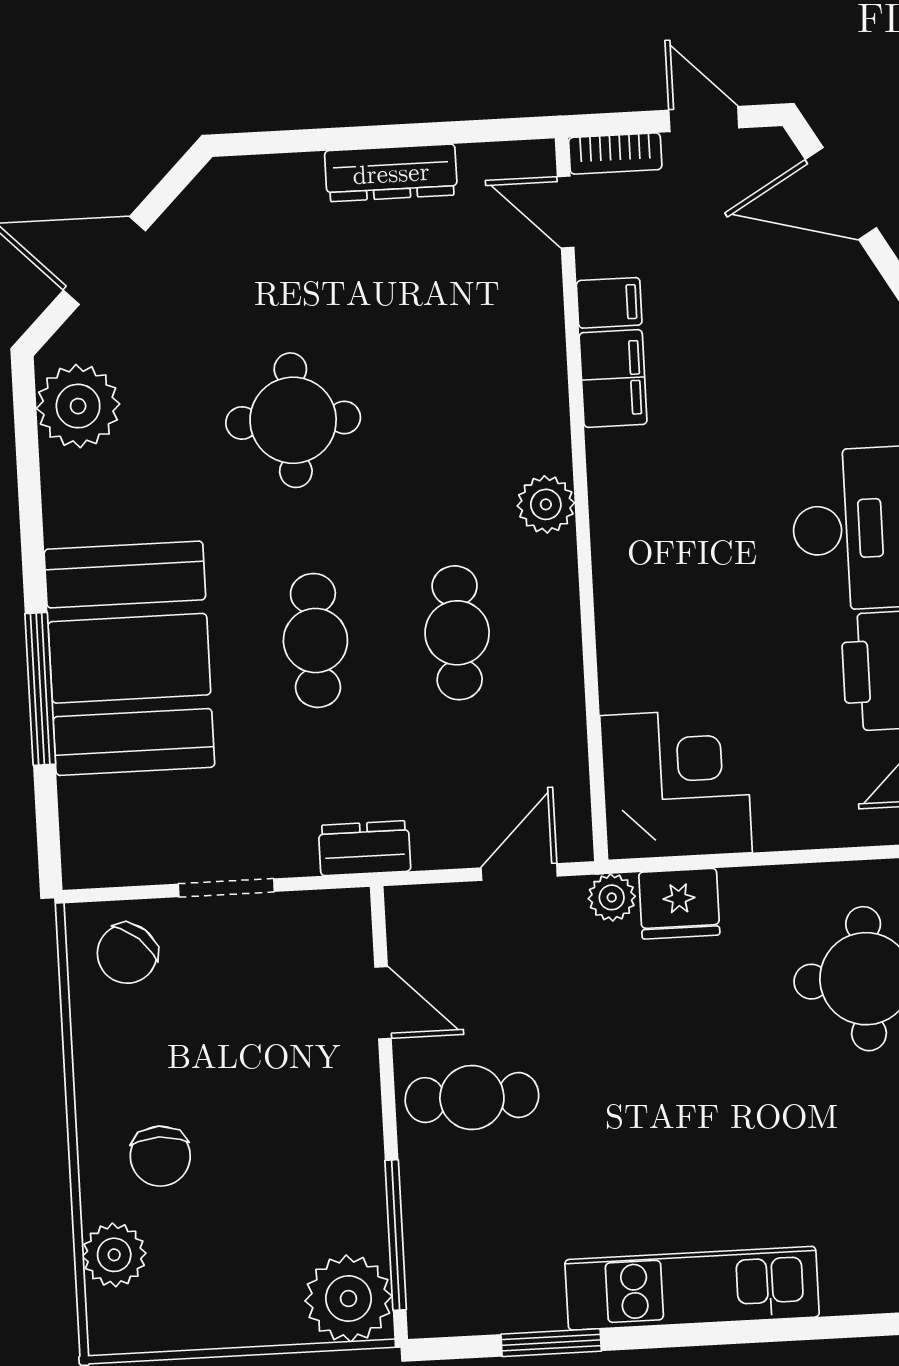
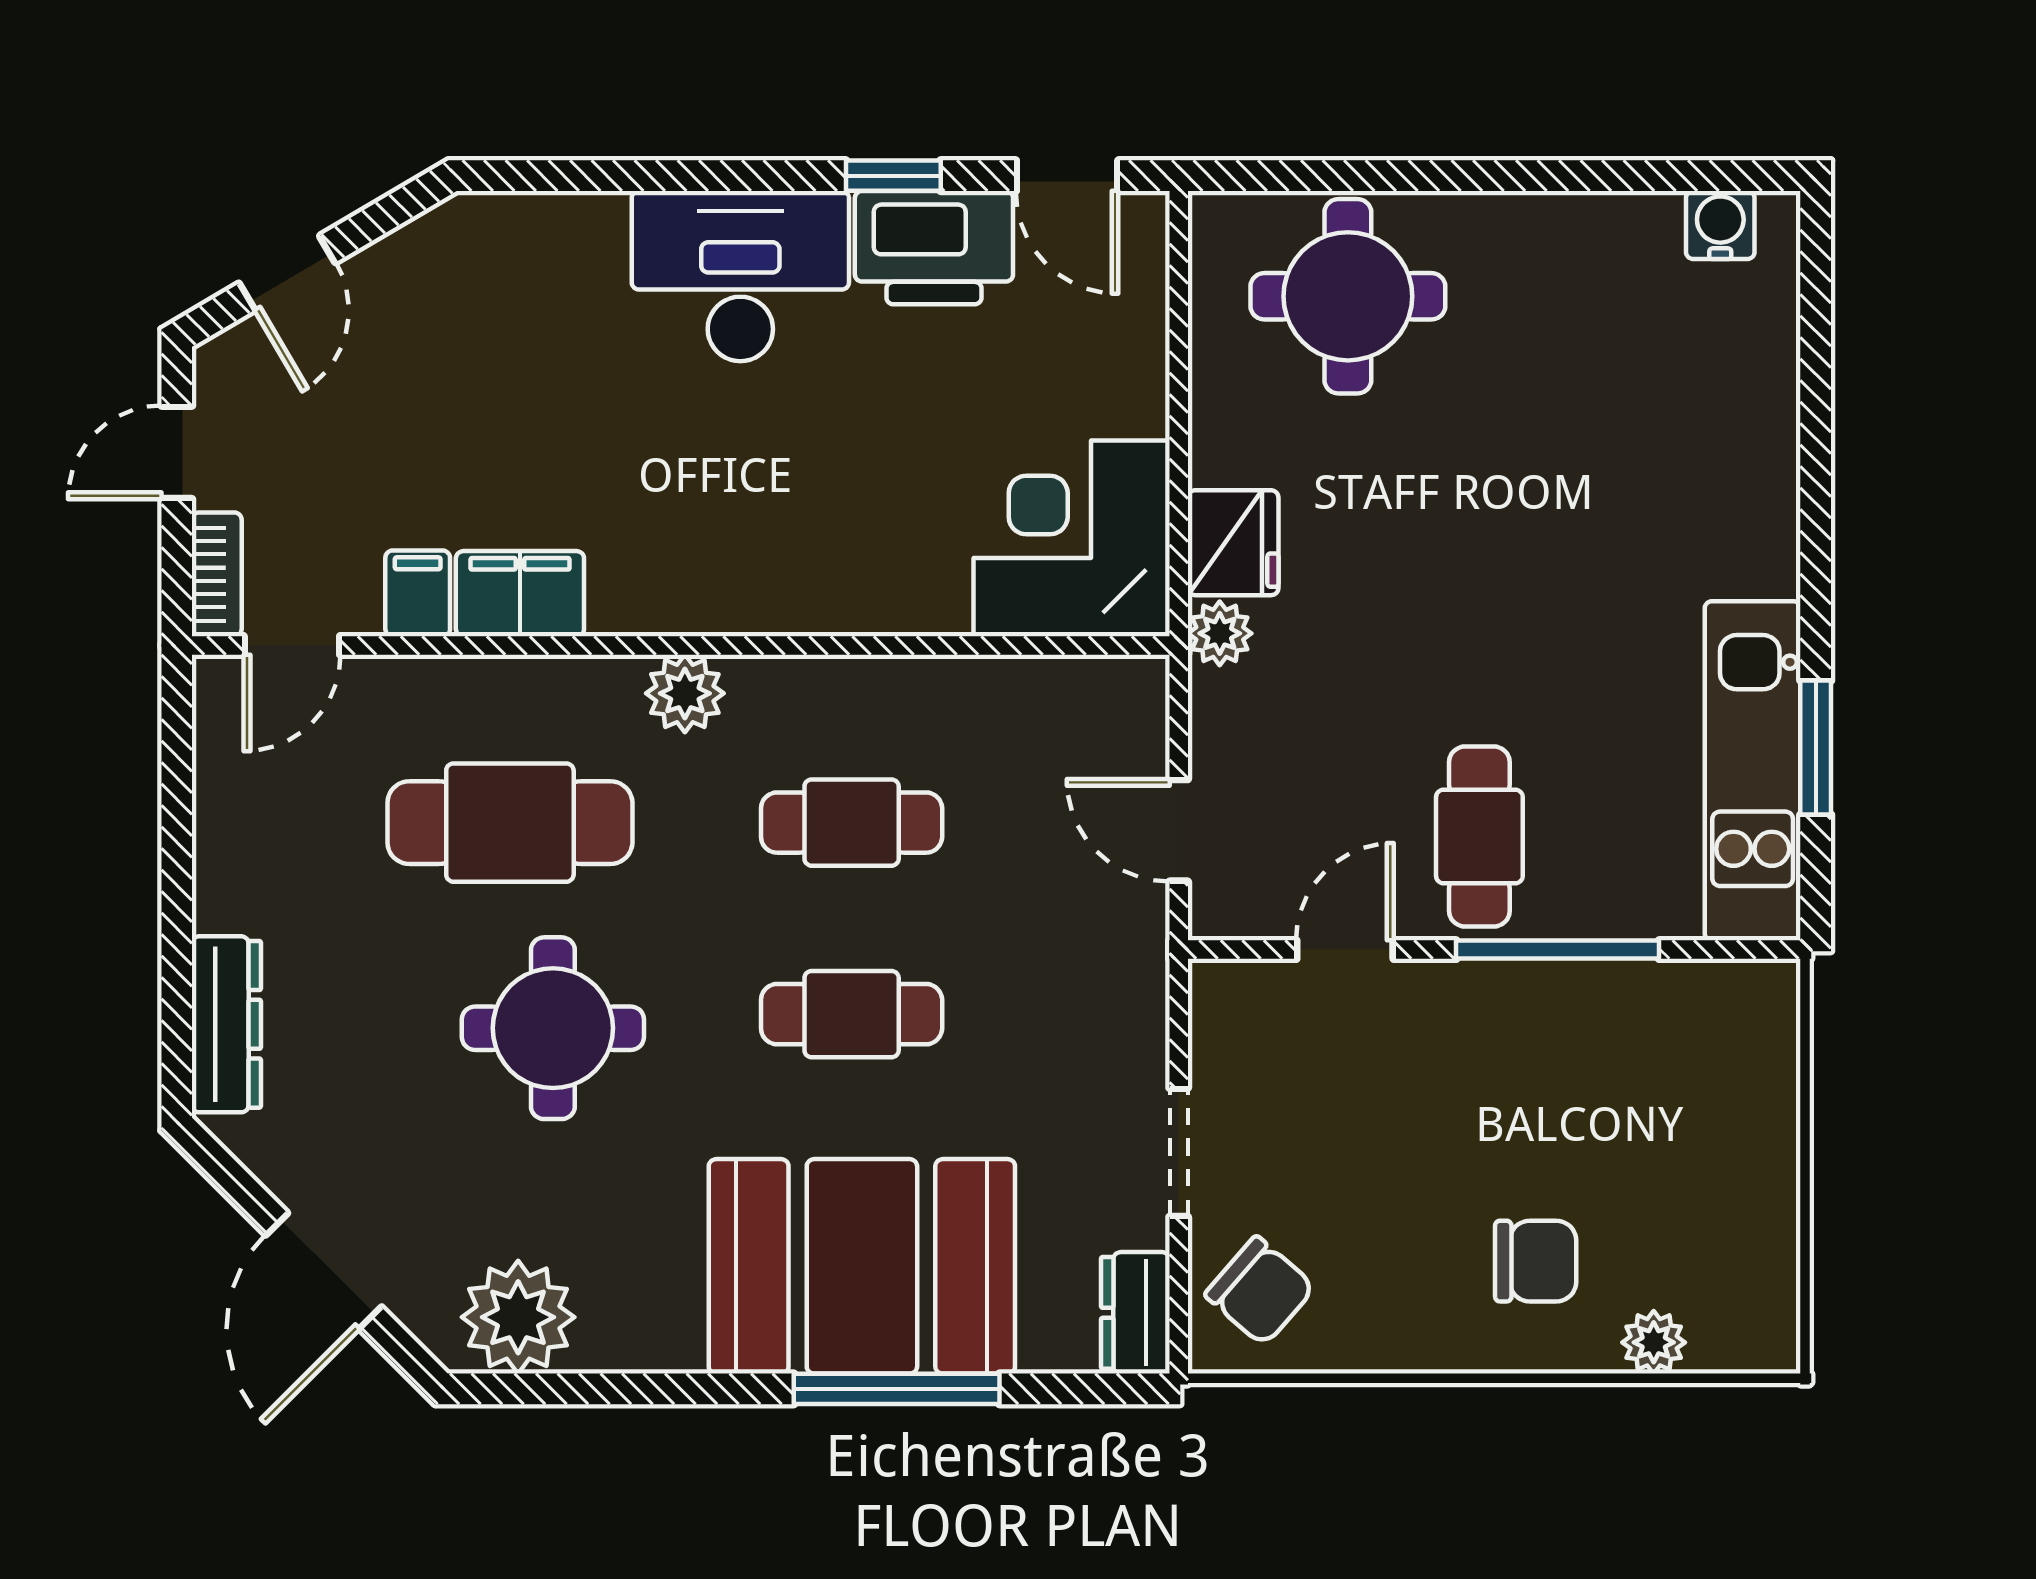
dresser: (391, 173) -> (226, 1024), moved
door: (841, 194) -> (287, 273), width x0.73
cafe table: (443, 380) -> (510, 823), added
dresser: (365, 848) -> (1135, 1313), moved
door: (519, 872) -> (1179, 830), moved
window: (396, 1235) -> (1558, 950), moved
plant: (114, 1255) -> (1654, 1342), width x0.73, depth x0.73
kitchen unit: (692, 1288) -> (1753, 771), moved
plant: (348, 1299) -> (1741, 1018), removed

